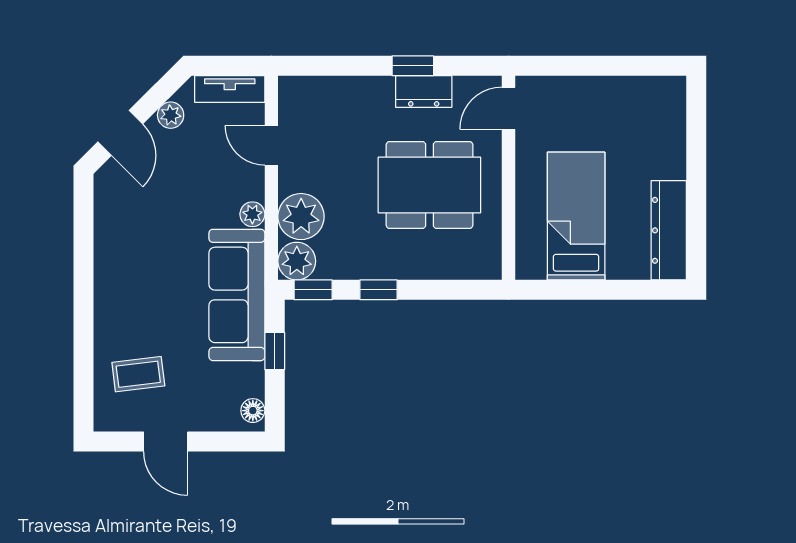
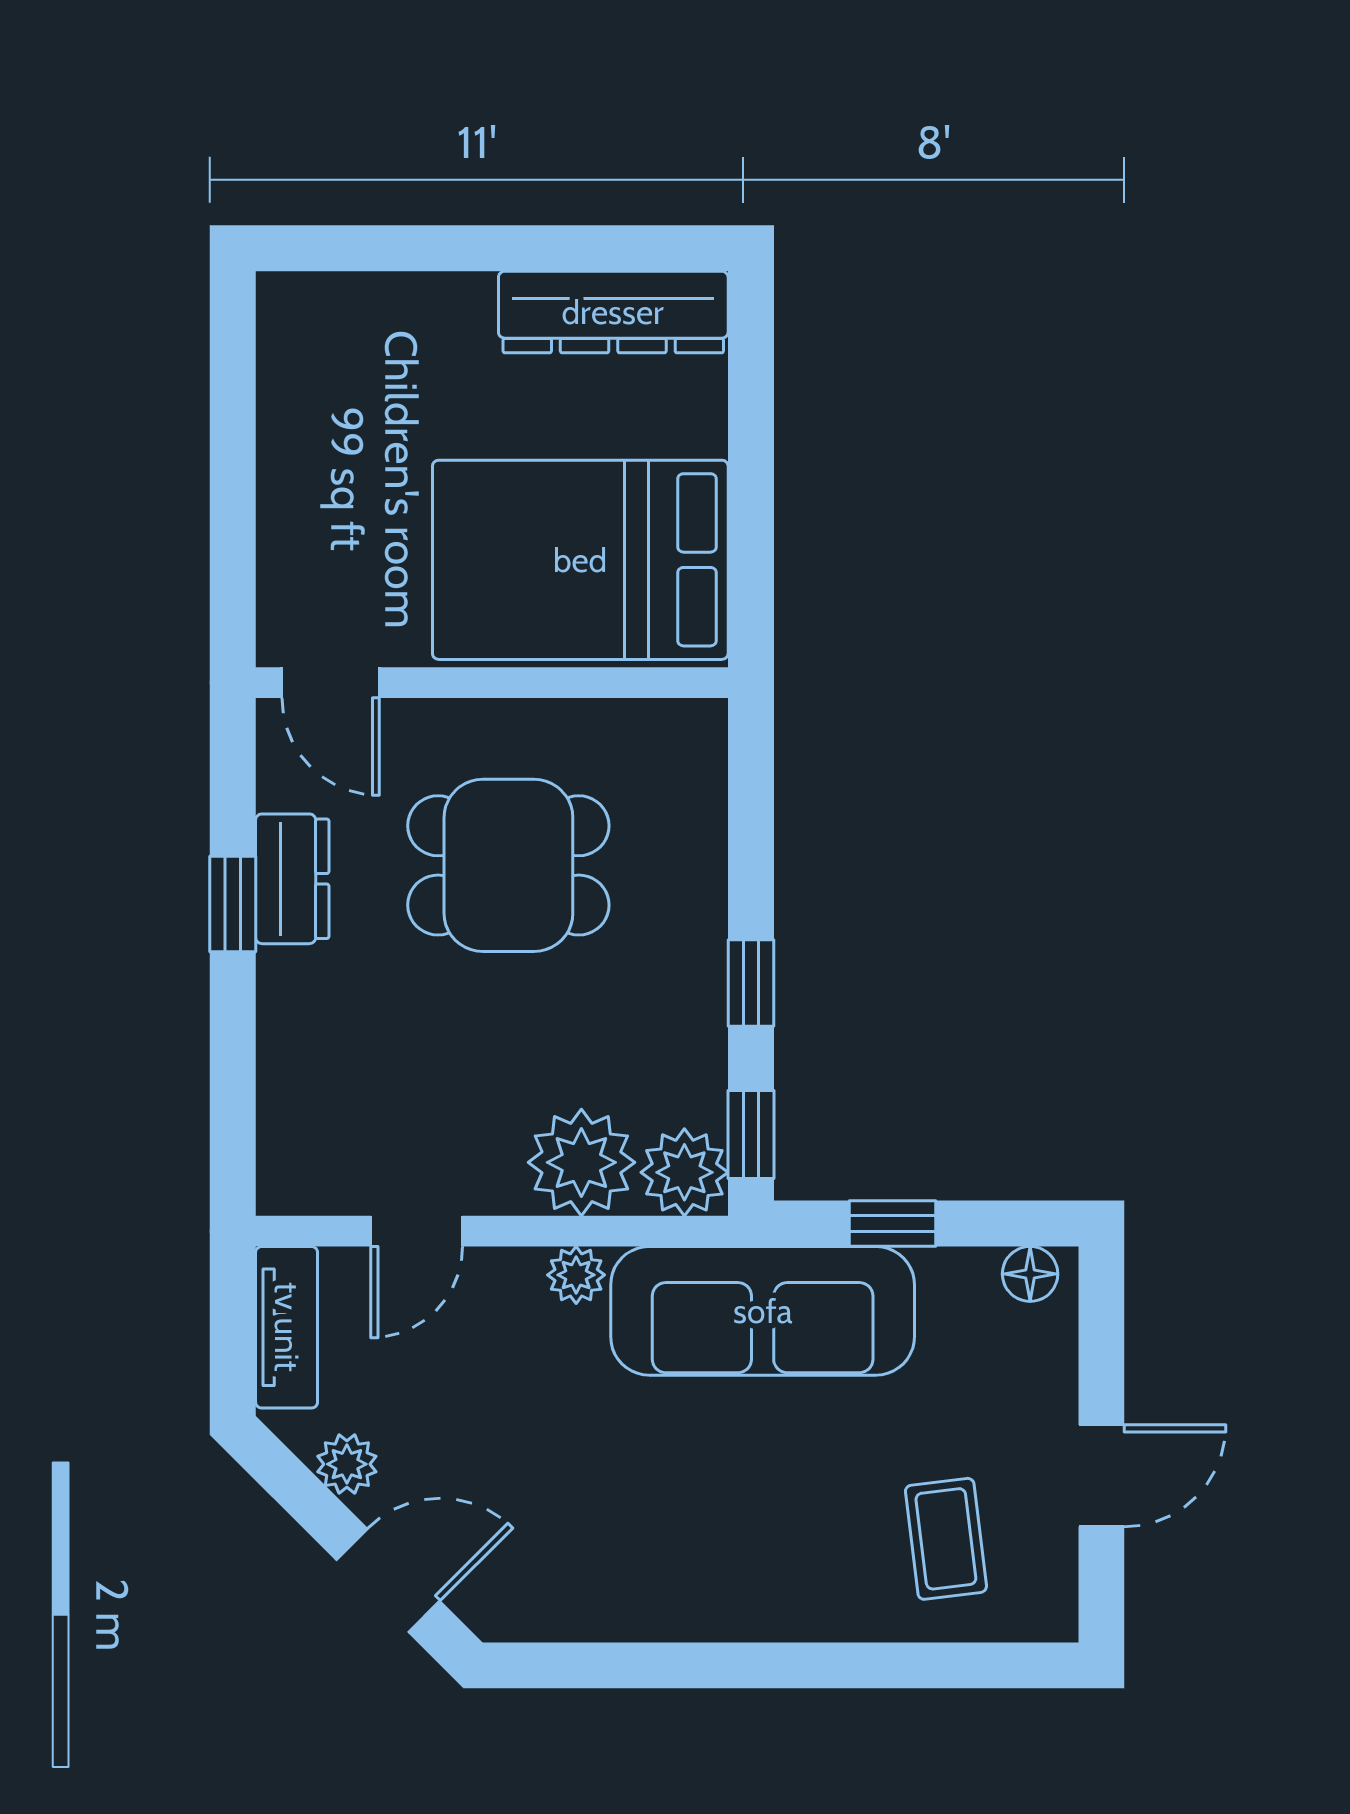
dining table: (429, 185) -> (508, 865), width x0.73
bed: (576, 216) -> (580, 560), width x1.50

